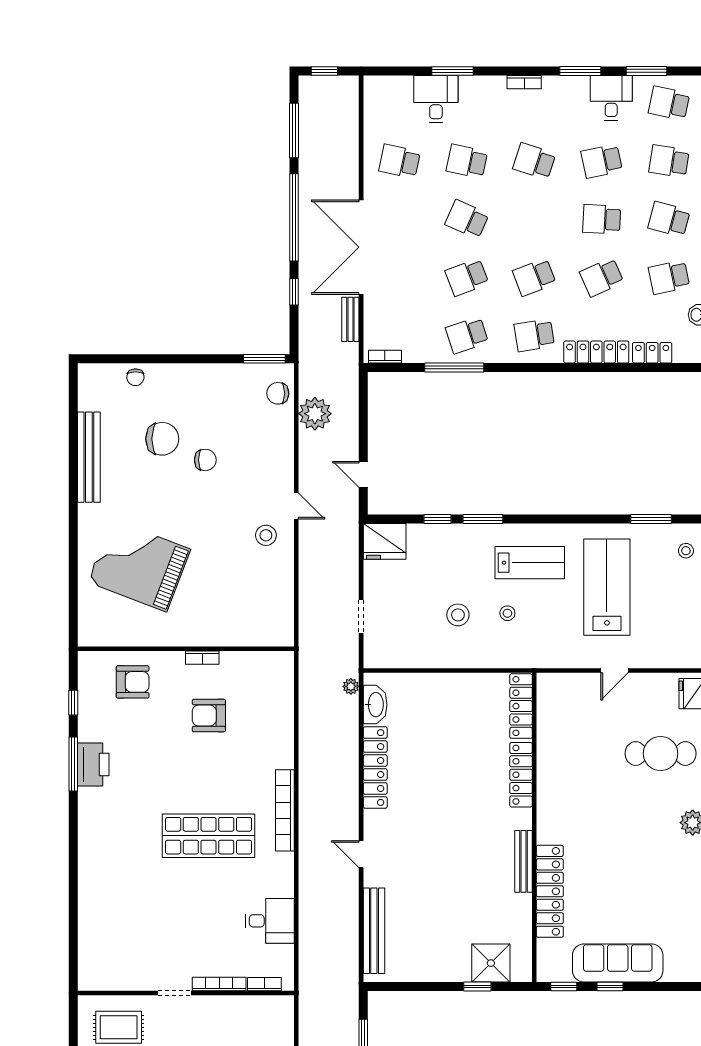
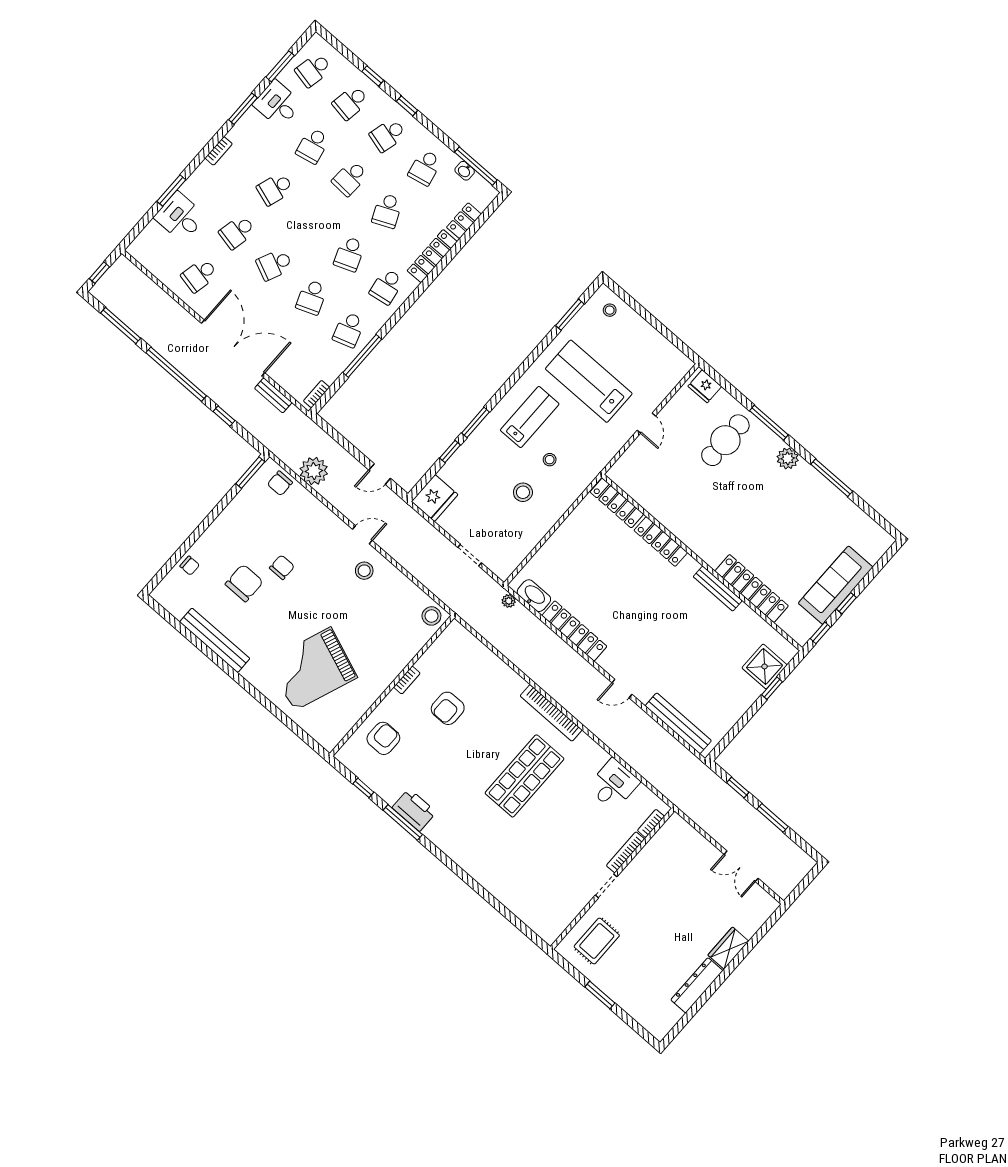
double door: (361, 247) -> (233, 348), swing flipped
stool: (278, 630) -> (431, 616), added

